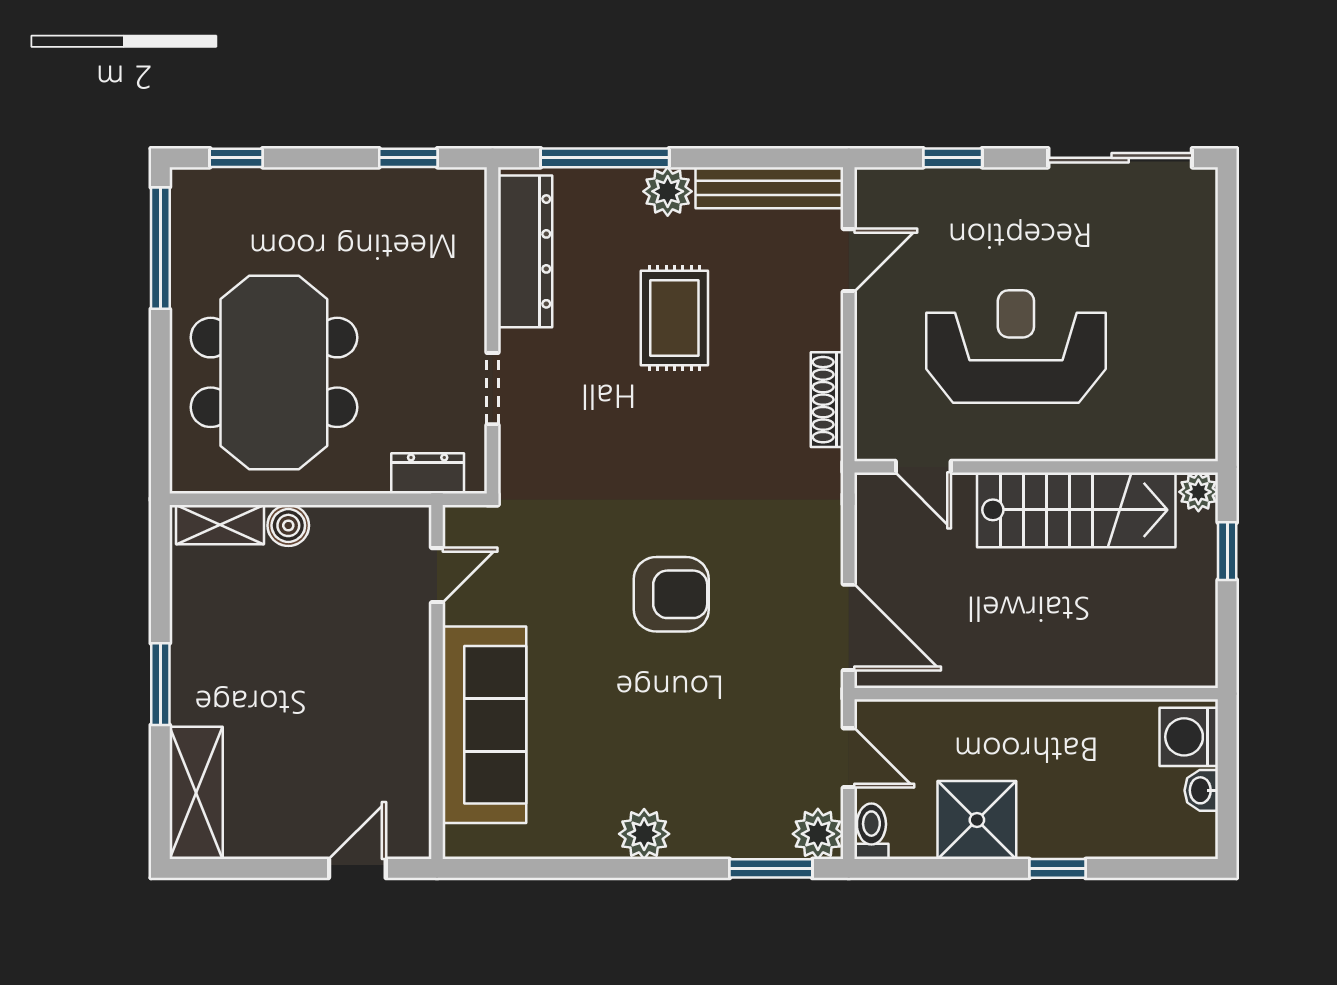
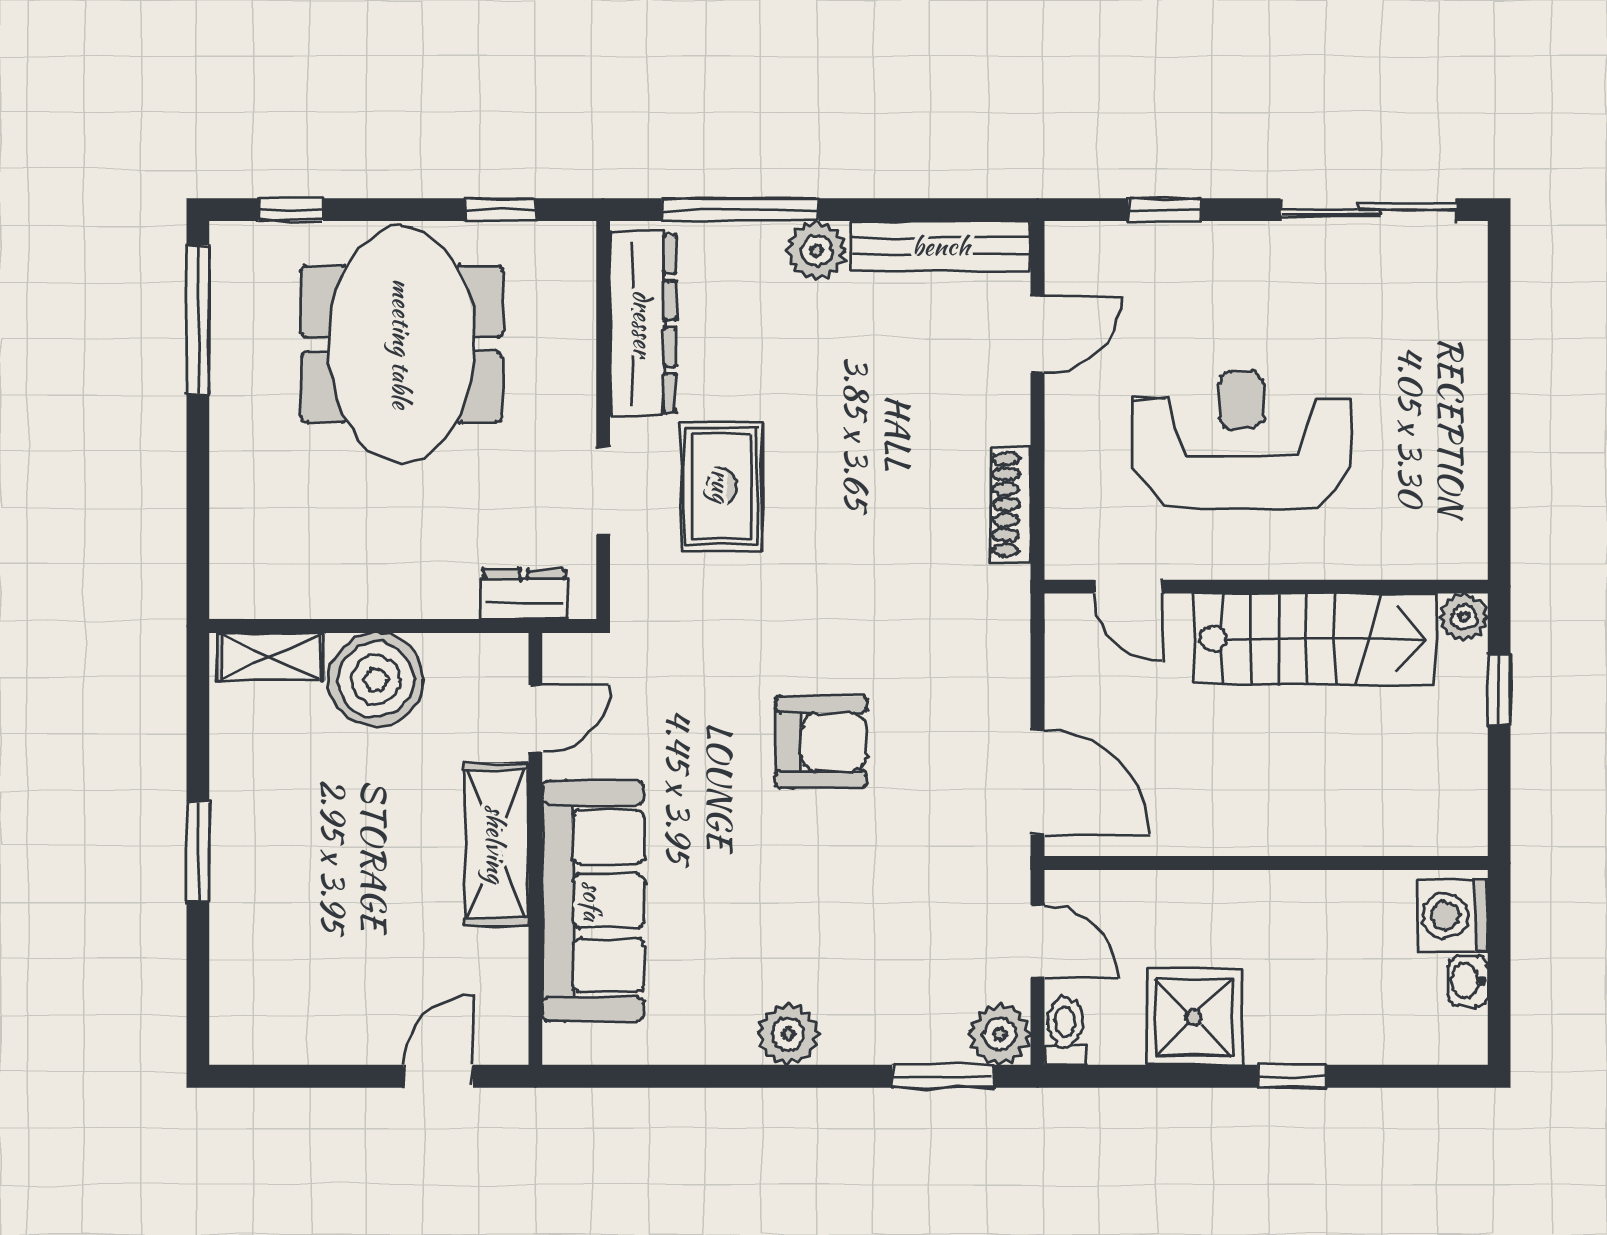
rug: (674, 318) -> (721, 486), moved
meeting table: (274, 372) -> (402, 344), moved
boiler: (288, 525) -> (376, 680), width x1.86, depth x1.86
shelving: (196, 793) -> (496, 844), moved

